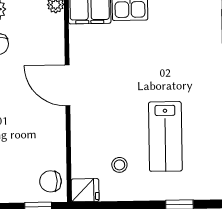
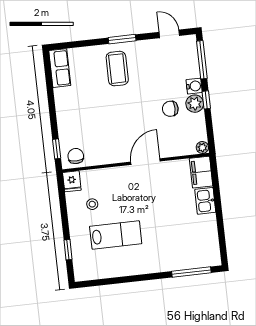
lab bench: (165, 136) -> (116, 235), turned 180

